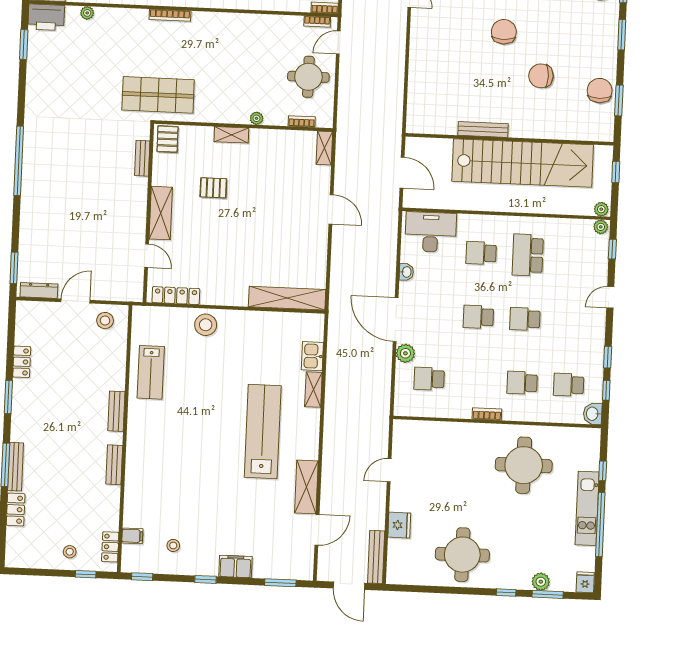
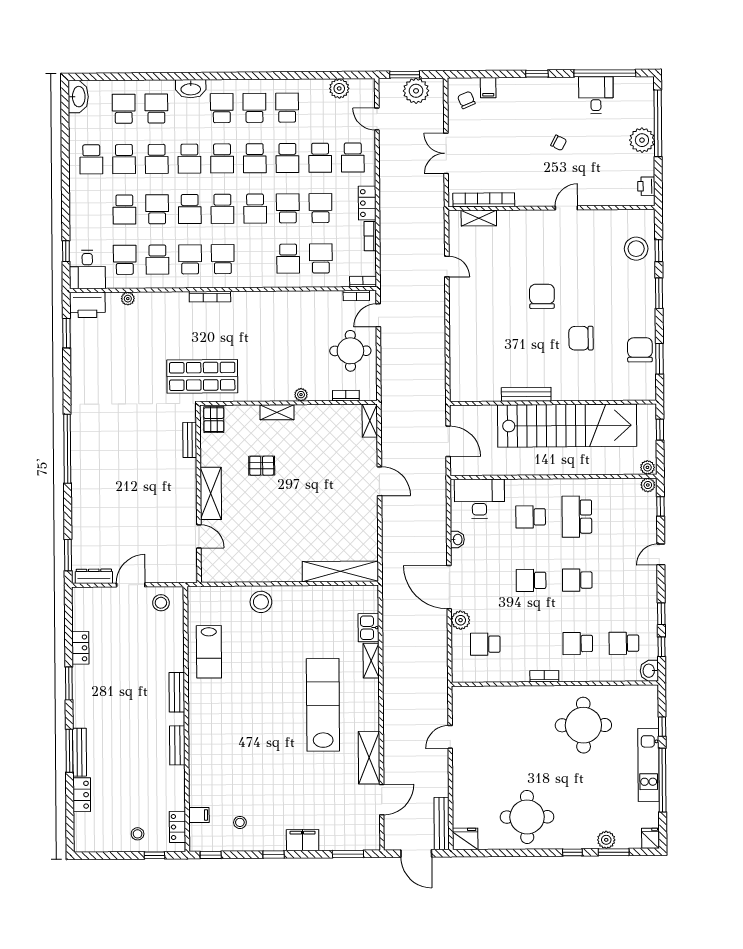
locker: (176, 296) -> (230, 574), removed
fridge: (399, 525) -> (465, 839), moved, turned -90

